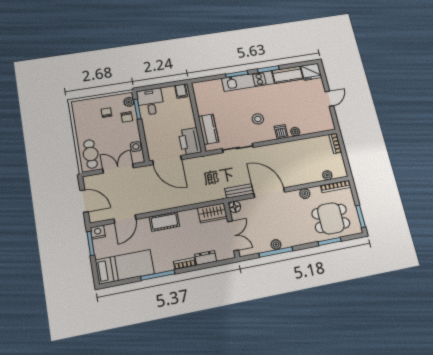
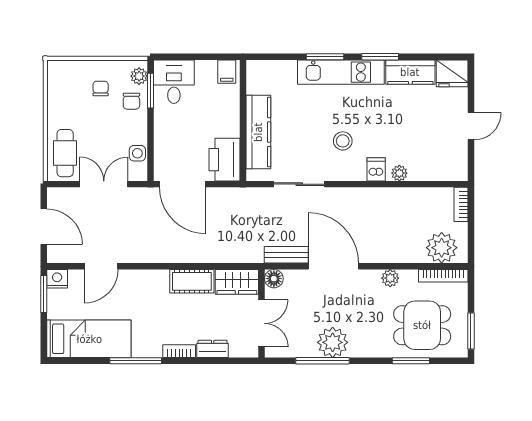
kitchen counter: (208, 129) -> (258, 132), width x1.50
plant: (327, 175) -> (442, 248), width x1.87, depth x1.87
cot: (164, 221) -> (192, 281), moved
plant: (276, 245) -> (333, 342), width x1.88, depth x1.88

